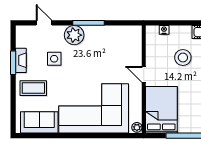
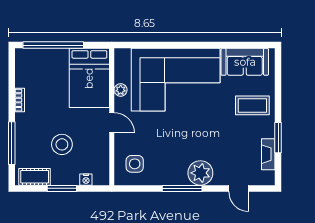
window: (183, 23) -> (62, 188), added
side table: (54, 59) -> (135, 164), moved
fireplace: (21, 60) -> (268, 154), moved
plant: (137, 127) -> (121, 90), moved

